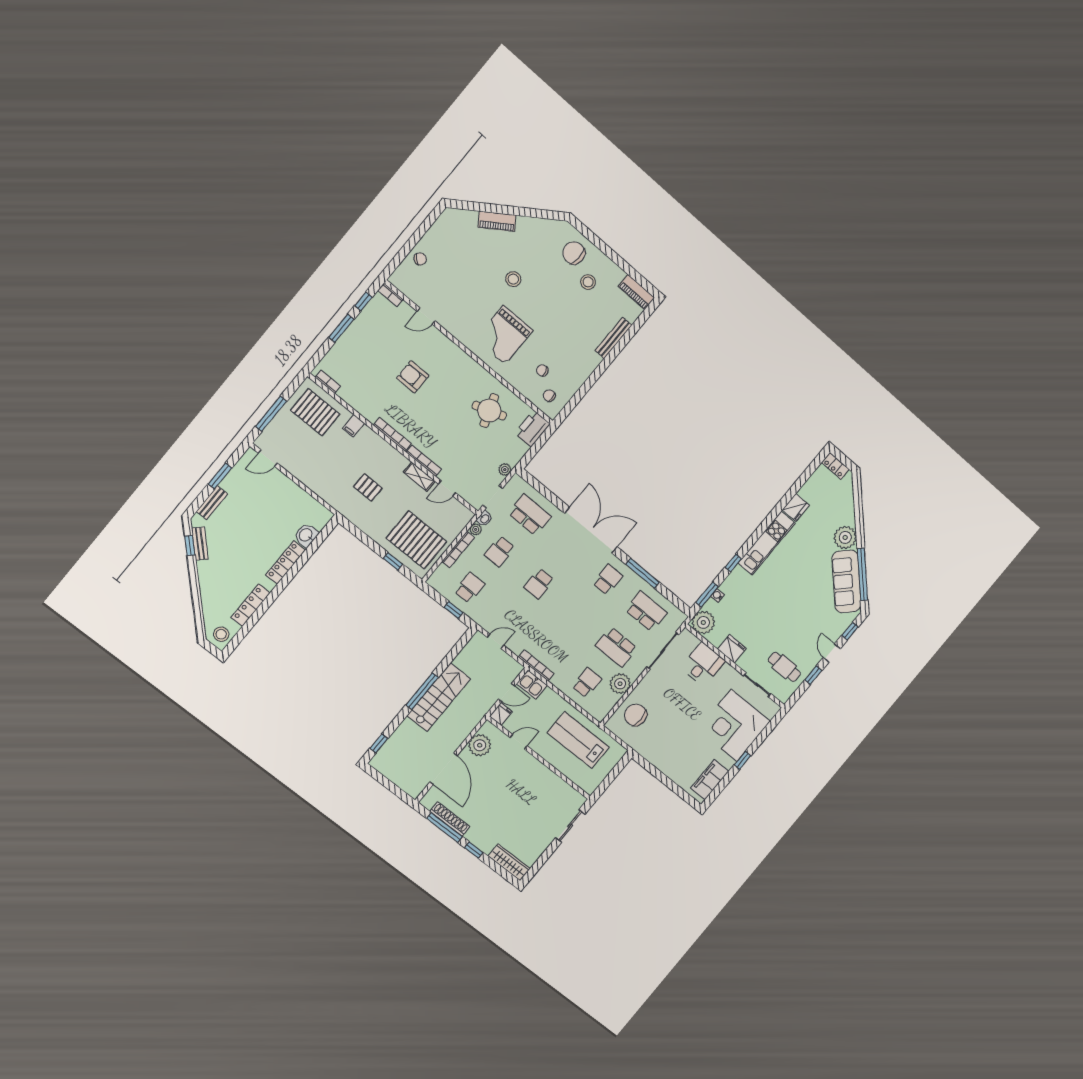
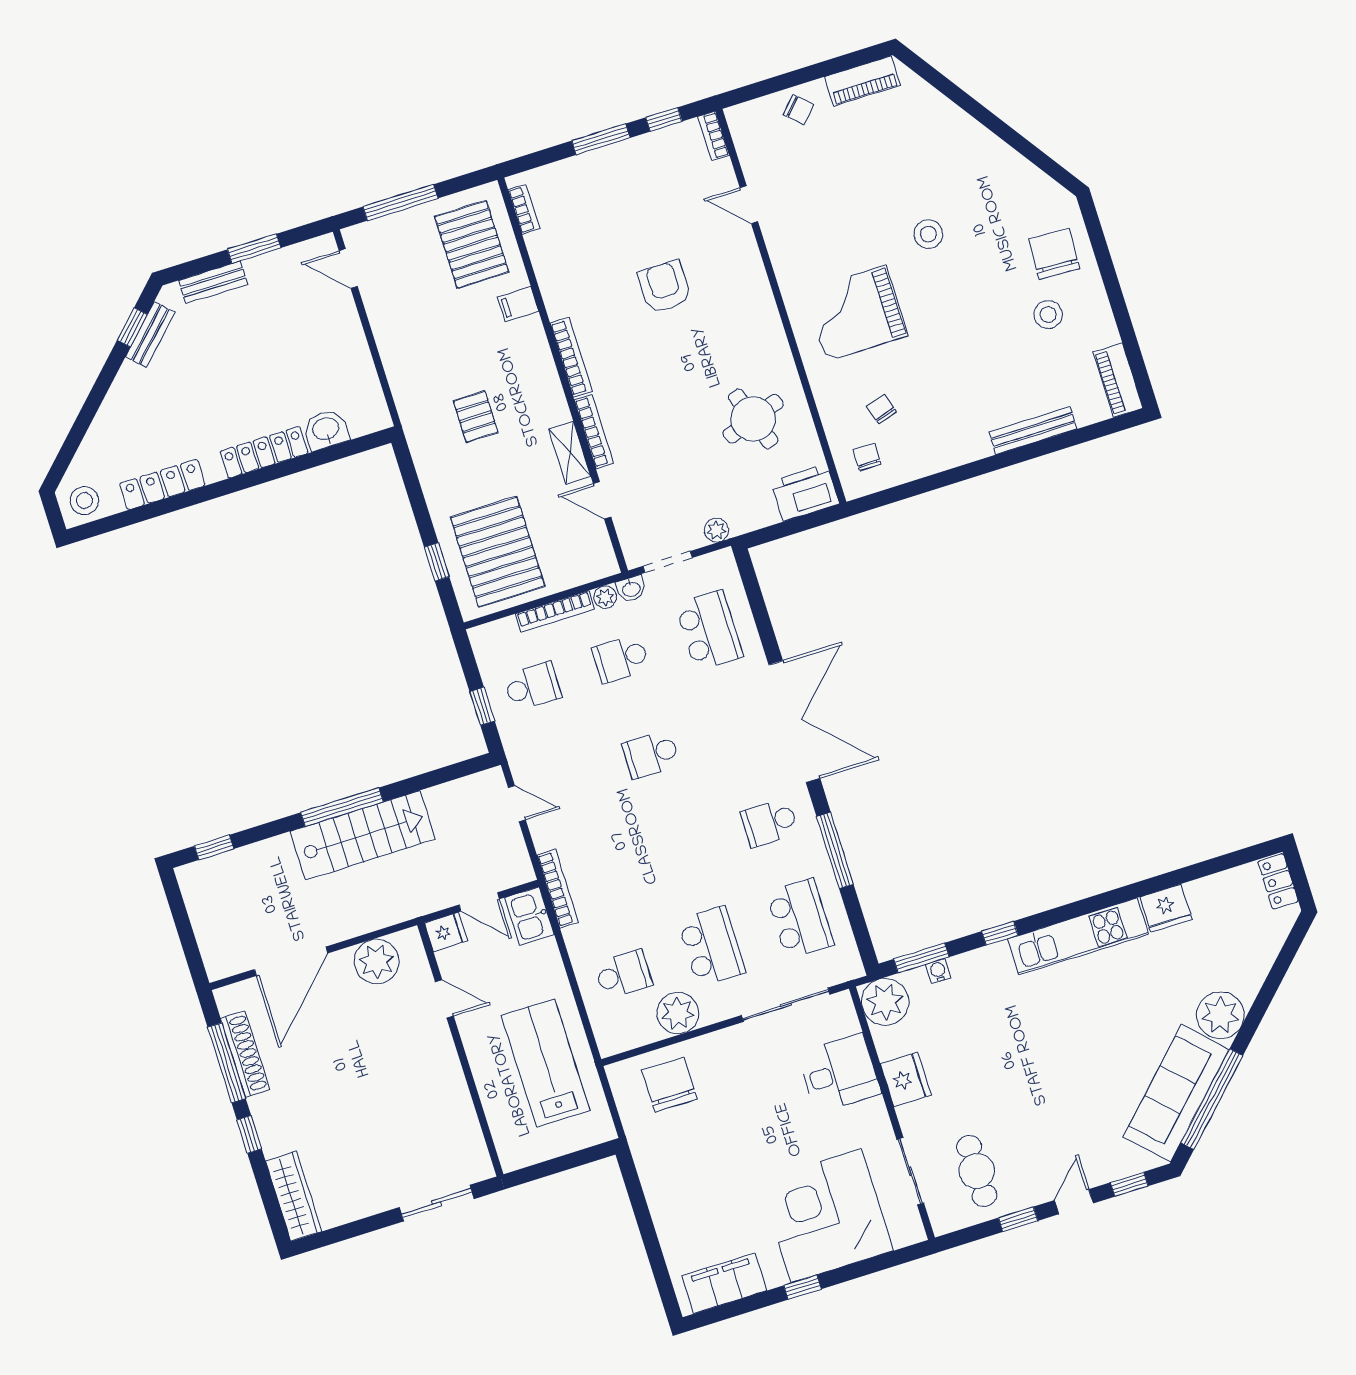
piano: (497, 221) -> (862, 81), moved, turned -55
school desk: (608, 580) -> (770, 823), turned 180
school desk: (616, 647) -> (712, 946), turned 180

